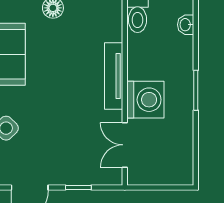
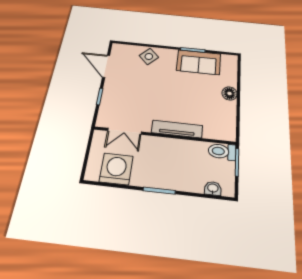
washing machine: (145, 100) -> (116, 169), moved, turned 180
double door: (125, 145) -> (124, 131), swing flipped

